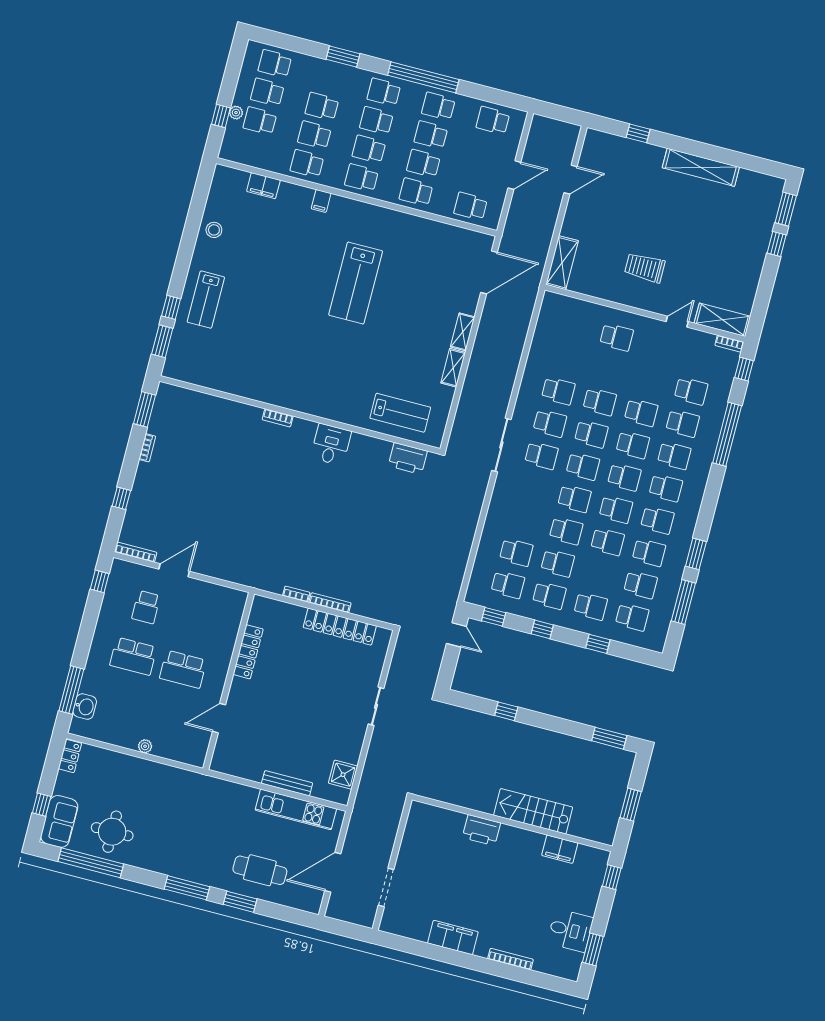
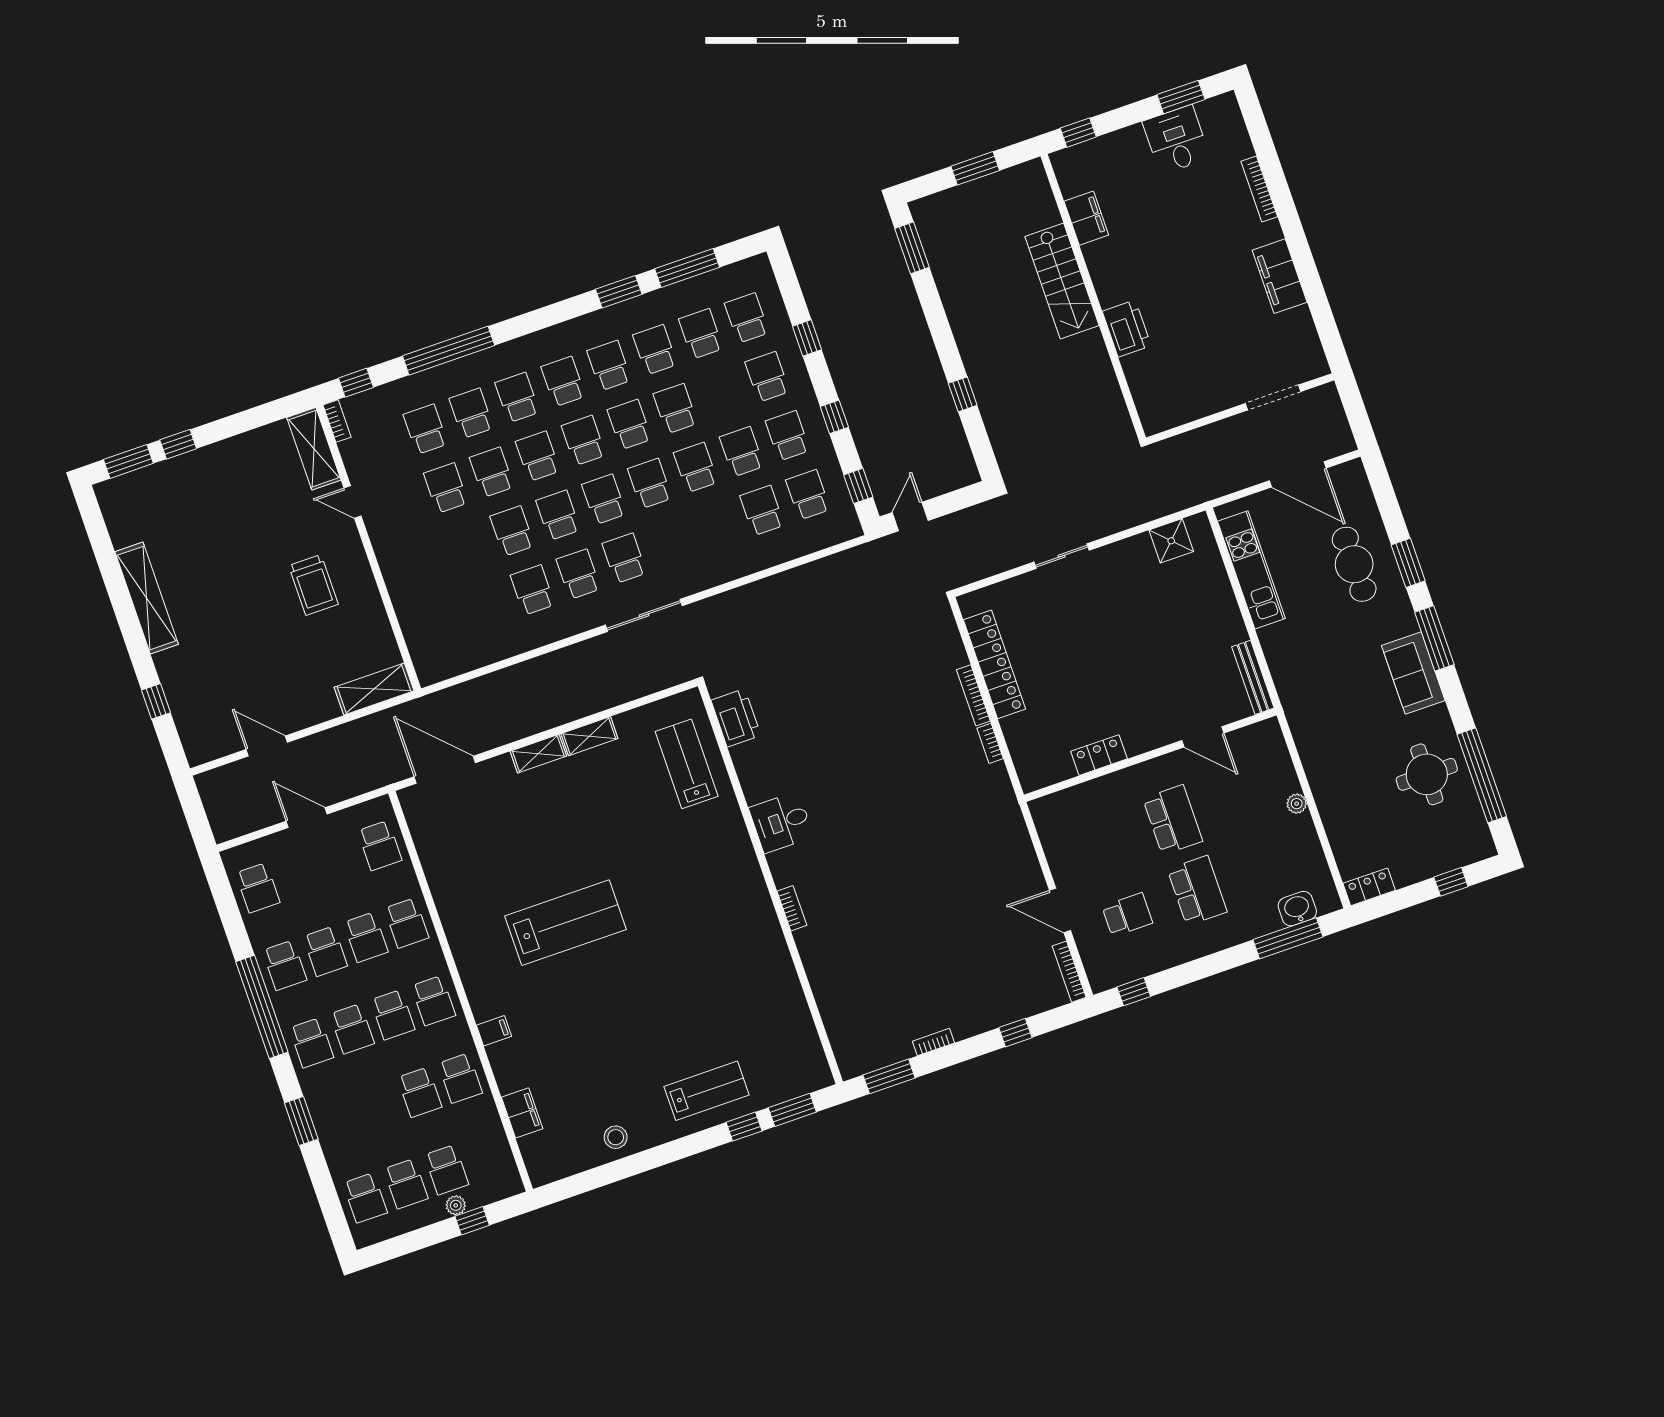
school desk: (322, 106) -> (379, 1106), removed
school desk: (617, 337) -> (446, 488), moved
locker: (248, 652) -> (1099, 755), width x0.66
bench: (287, 783) -> (1253, 677), moved
sofa: (59, 821) -> (1413, 673), moved, turned -90

